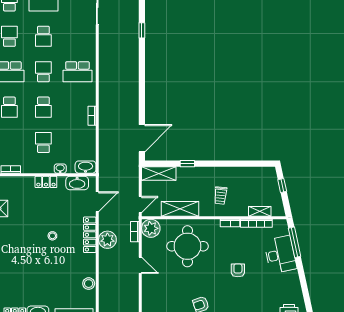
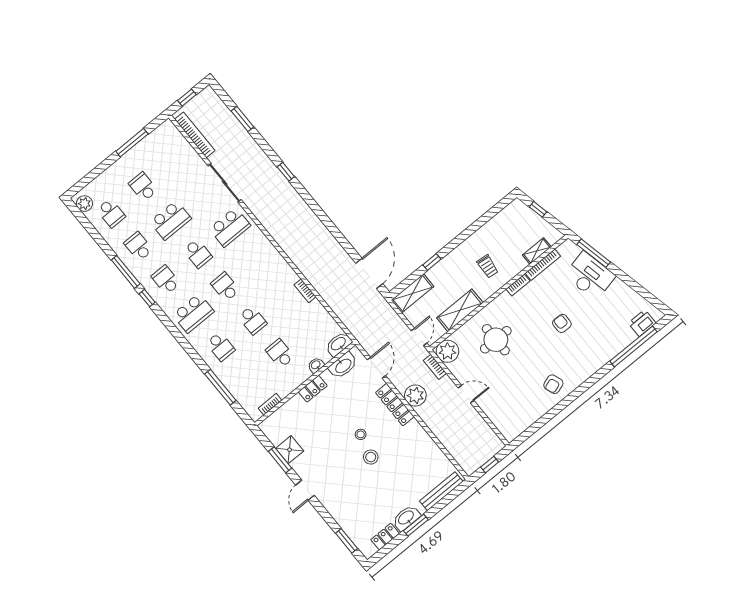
school desk: (77, 72) -> (230, 227), moved
round table: (187, 246) -> (496, 340), width x0.73, depth x0.73
stool: (89, 284) -> (371, 457), moved

